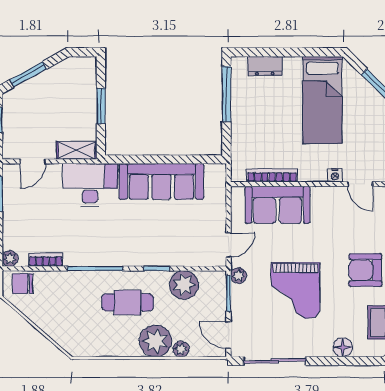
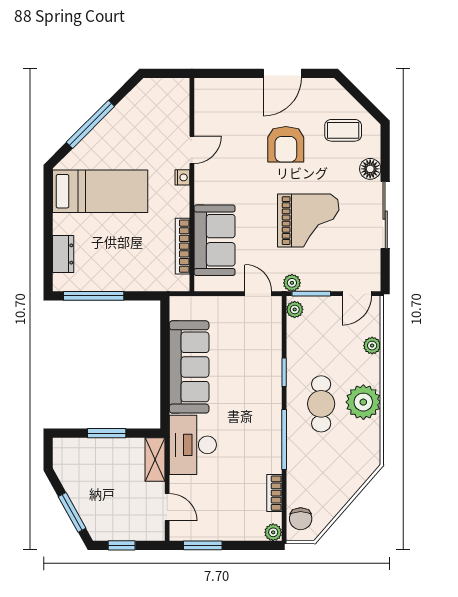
plant: (184, 285) -> (295, 309), moved, width x0.53, depth x0.53
plant: (155, 341) -> (363, 402), moved
sliding door: (275, 361) -> (385, 215), moved

